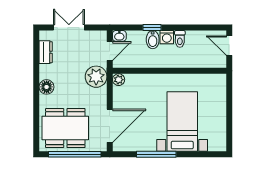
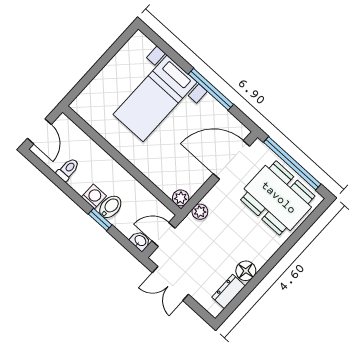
double door: (69, 28) -> (170, 284), moved
toilet: (180, 39) -> (68, 169), moved
plant: (96, 77) -> (200, 212), width x0.53, depth x0.53
floor lamp: (47, 87) -> (246, 271), moved

